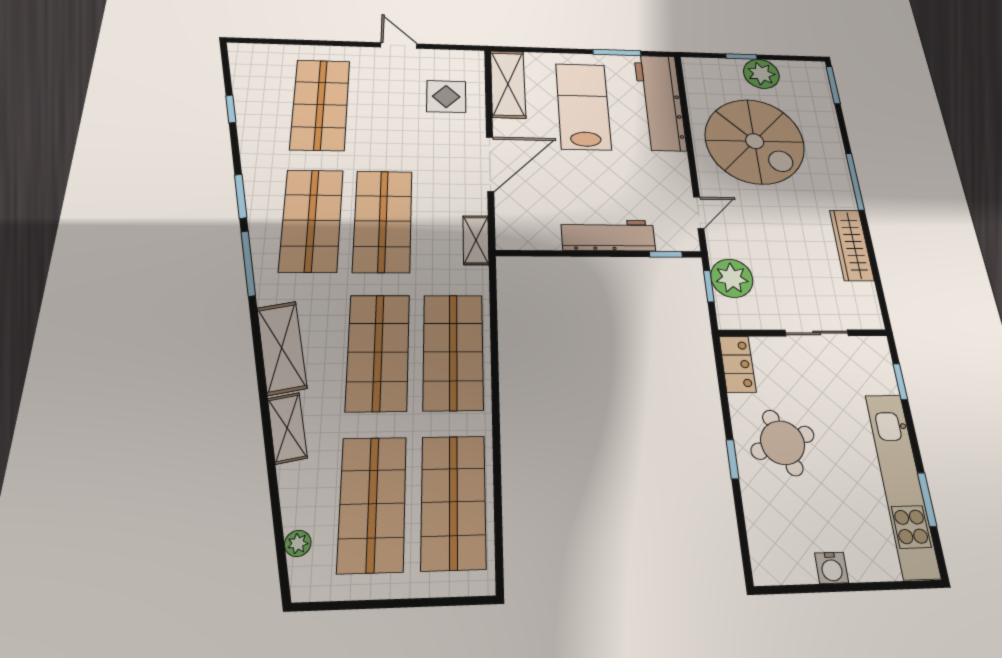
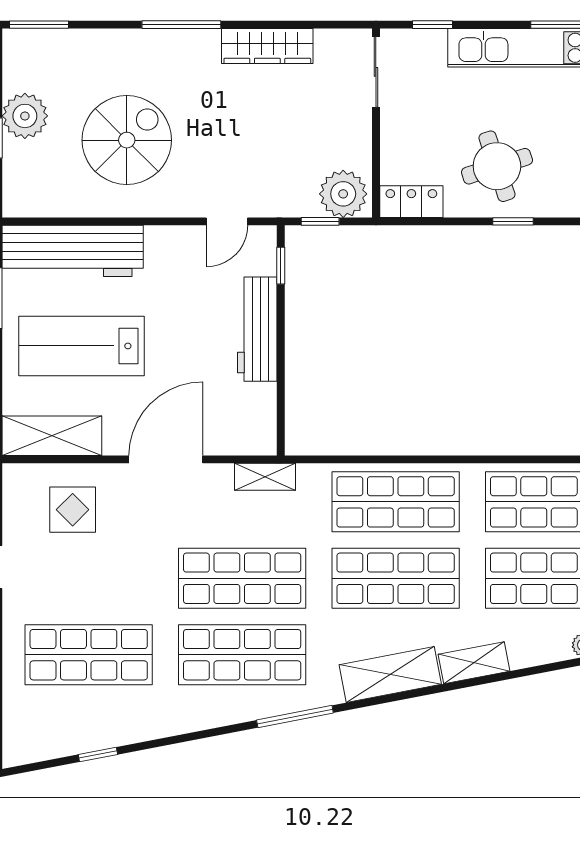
spiral stairs: (755, 141) -> (127, 140), width x0.73, depth x0.73
door: (490, 164) -> (166, 459), hinge flipped
window: (241, 196) -> (213, 732), removed
door: (699, 213) -> (227, 221), swing flipped
plant: (732, 278) -> (343, 194), moved
sliding door: (817, 333) -> (376, 72), moved

